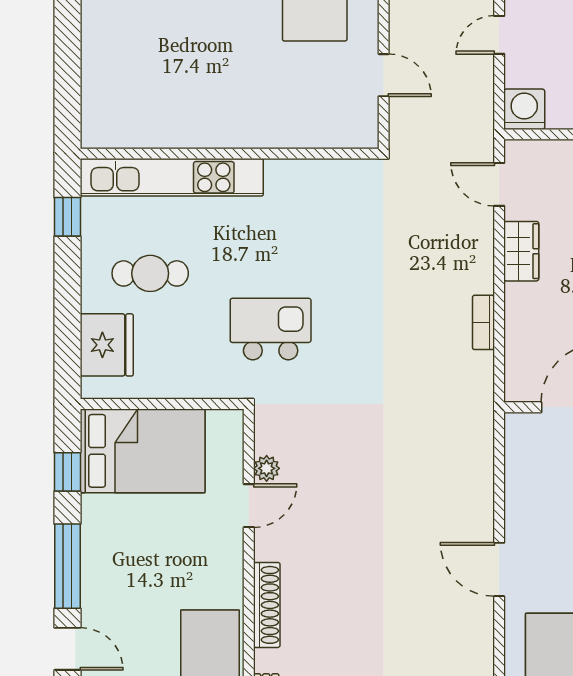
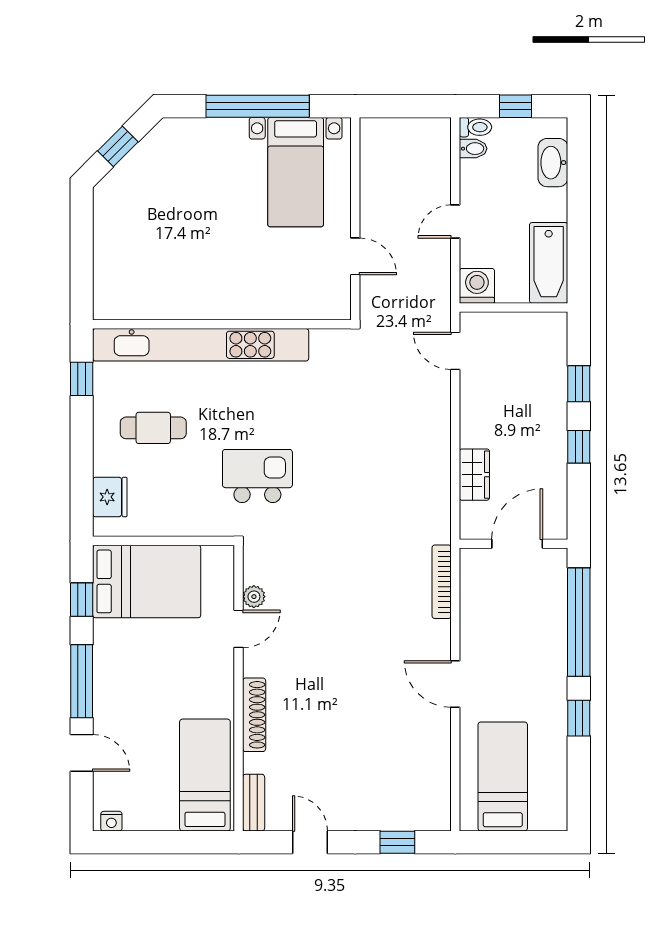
kitchen unit: (172, 177) -> (201, 345), width x1.36
wardrobe: (521, 251) -> (474, 475), moved
bookcase: (483, 322) -> (442, 582), moved, width x1.56
fridge: (107, 345) -> (110, 497), width x0.73, depth x0.75

